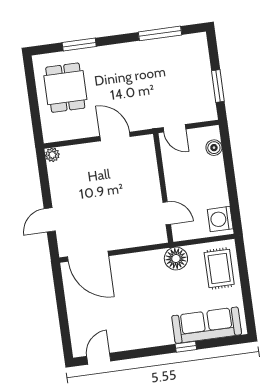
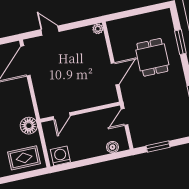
dining table: (65, 88) -> (152, 57), moved, turned 90

